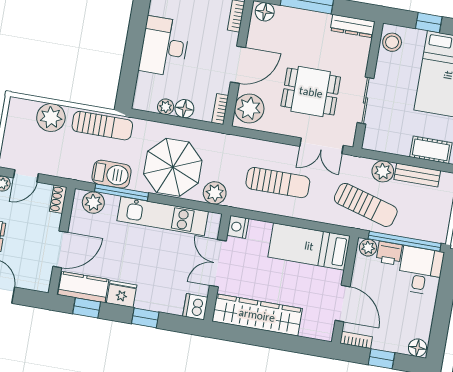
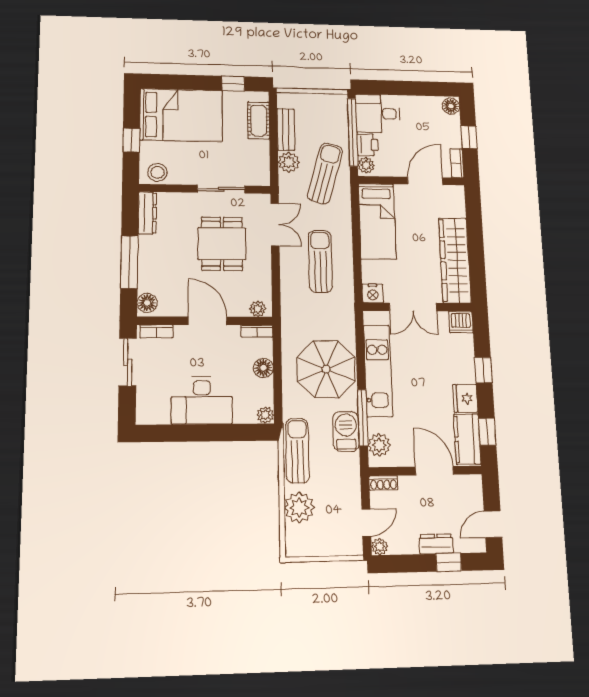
plant: (166, 107) -> (265, 415), moved
plant: (249, 108) -> (258, 309), width x0.53, depth x0.53
door: (26, 176) -> (366, 523), hinge flipped
plant: (215, 193) -> (344, 322), removed

